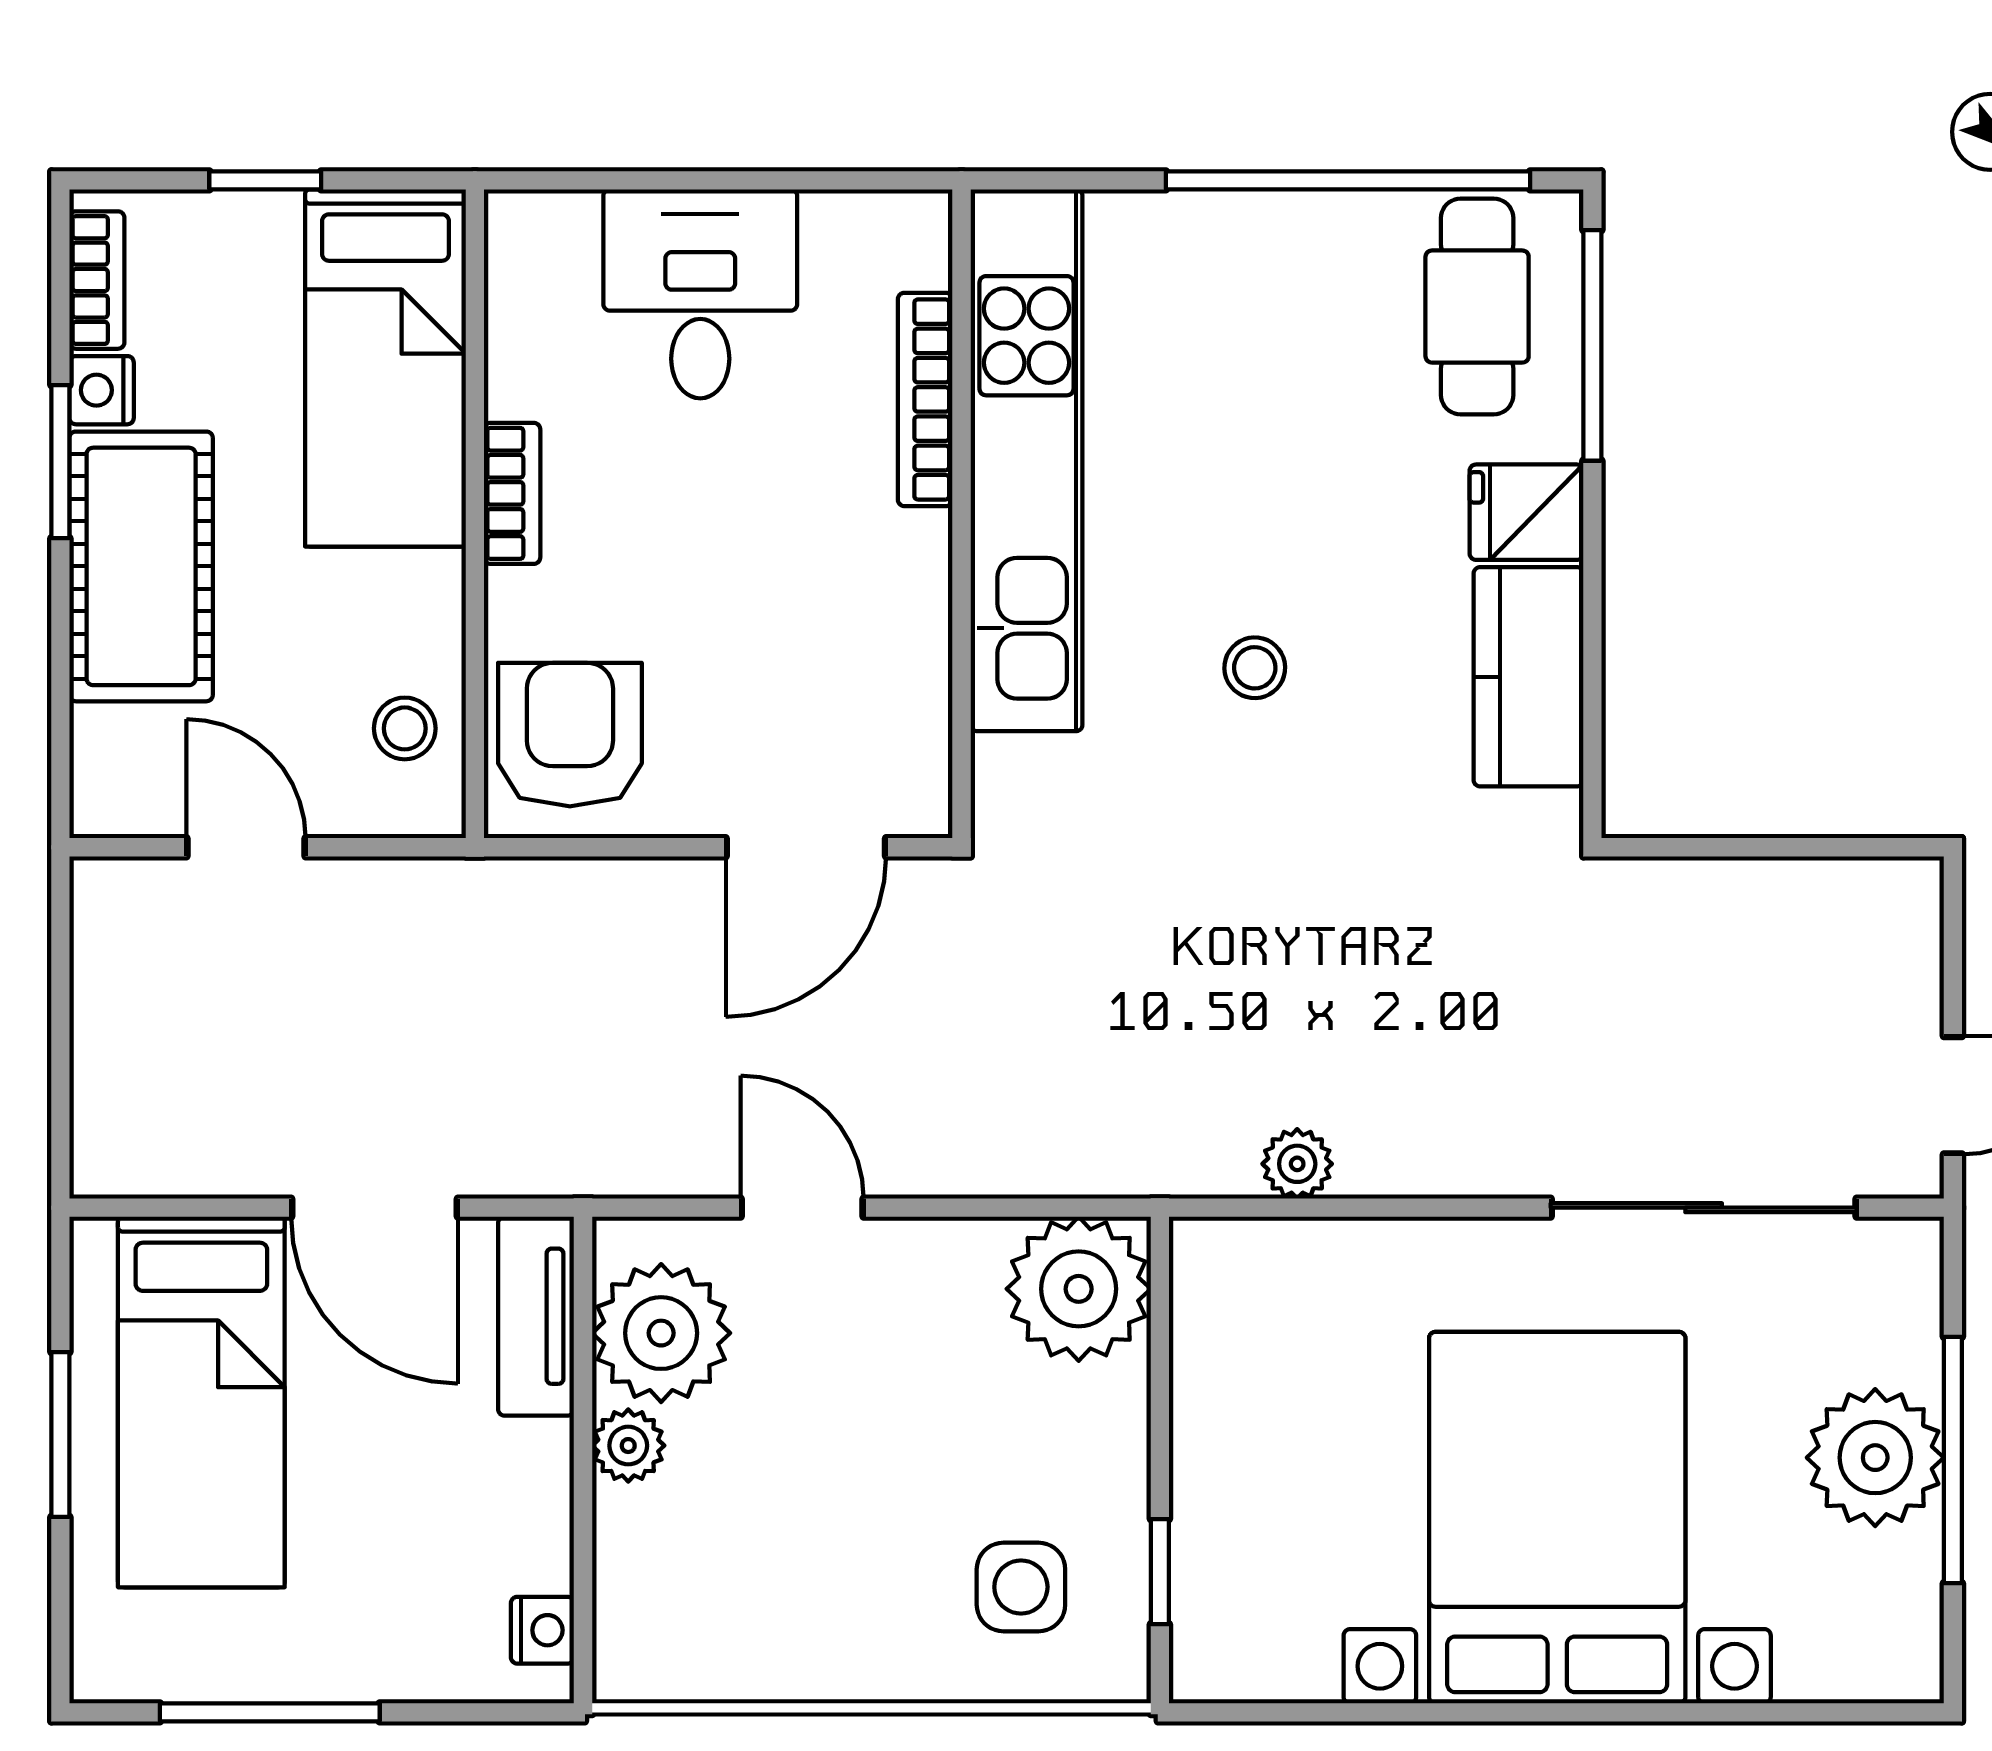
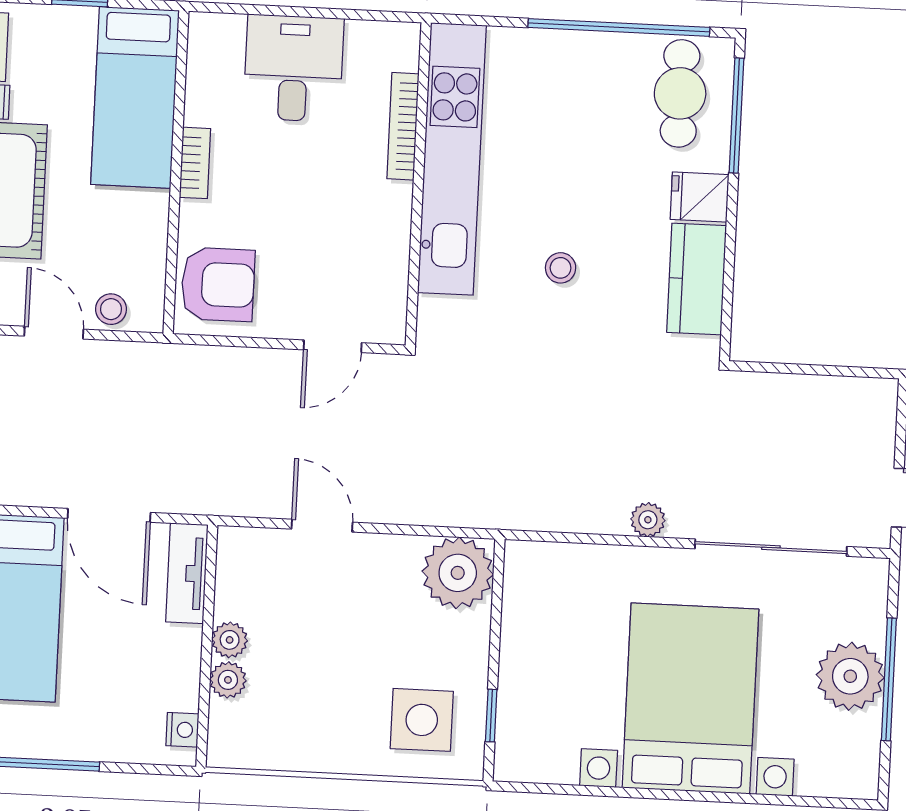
stool: (405, 728) -> (111, 309), moved
armchair: (570, 735) -> (218, 284), turned 90
door: (806, 847) -> (333, 346), width x0.73
plant: (1297, 1164) -> (648, 520), moved
plant: (661, 1333) -> (228, 680), moved, width x0.53, depth x0.53
side table: (1021, 1587) -> (422, 720), width x1.37, depth x1.37

